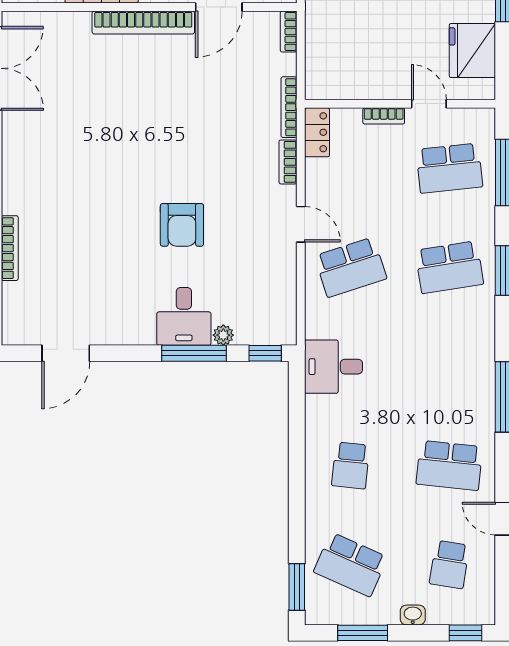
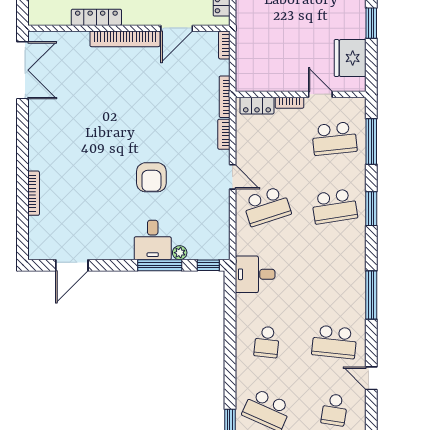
locker: (317, 132) -> (257, 106), moved, turned 90

